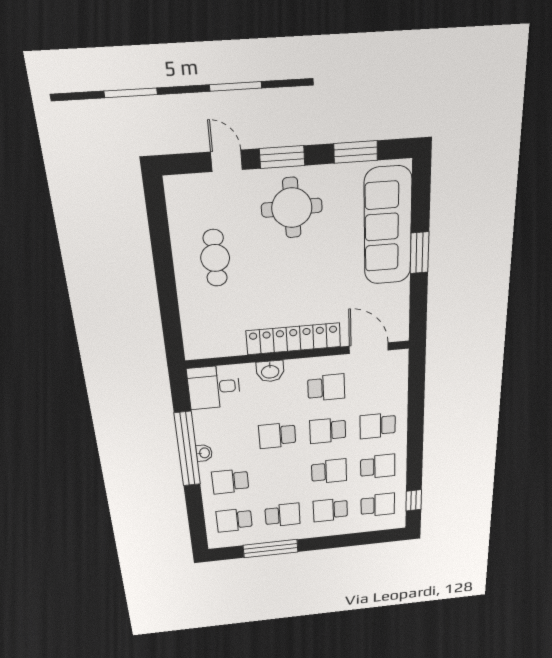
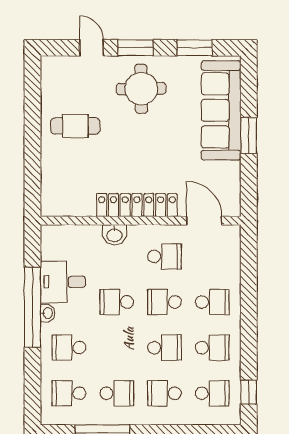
cafe table: (215, 258) -> (75, 126), turned 90
desk: (214, 387) -> (63, 282), moved
school desk: (378, 426) -> (212, 302), turned 180

